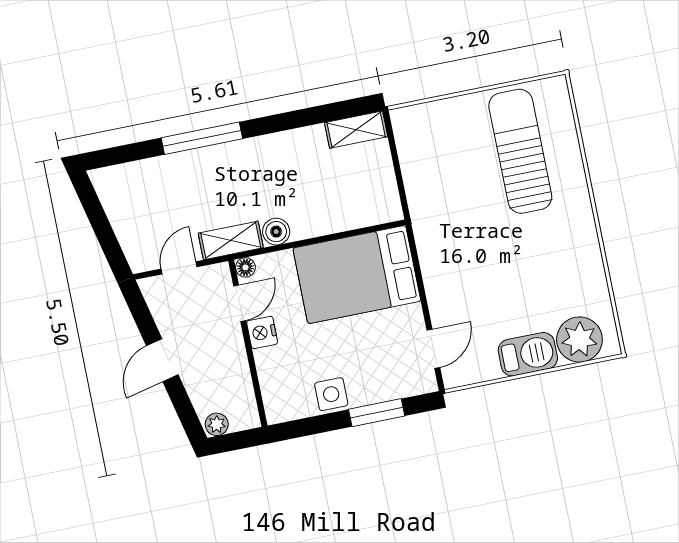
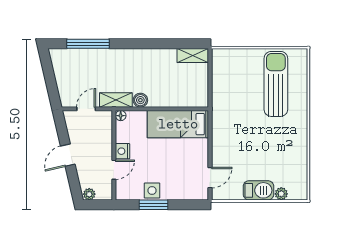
window: (202, 138) -> (88, 44), moved
bed: (357, 275) -> (178, 124), width x0.67
door: (240, 303) -> (114, 170), moved
plant: (579, 340) -> (281, 194), width x0.53, depth x0.53
window: (377, 413) -> (153, 205), moved

